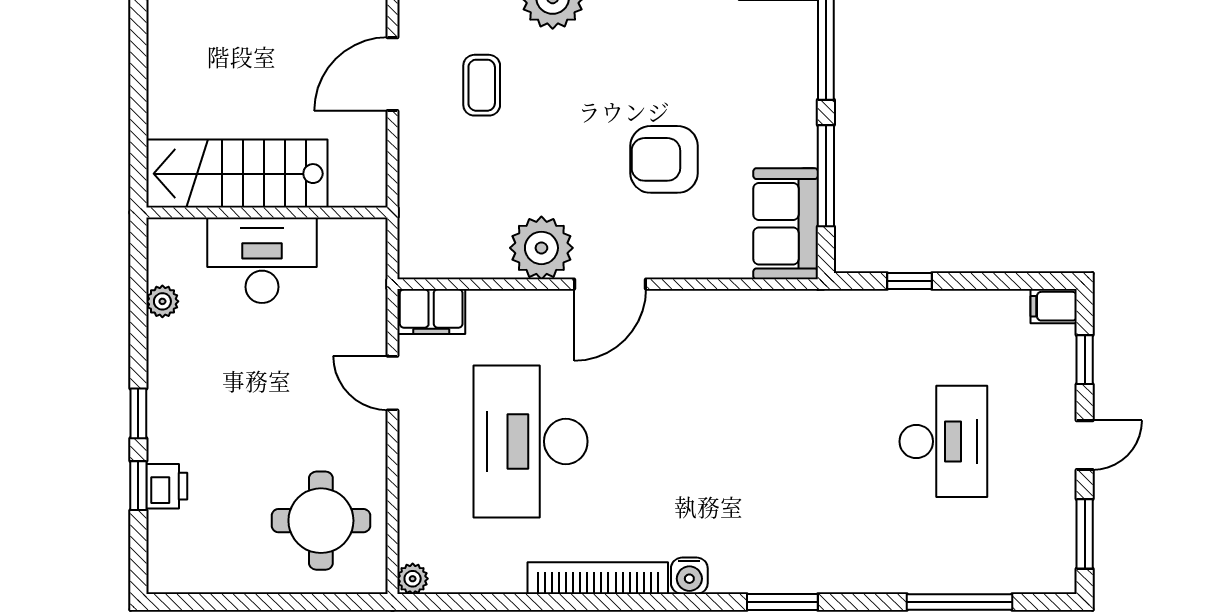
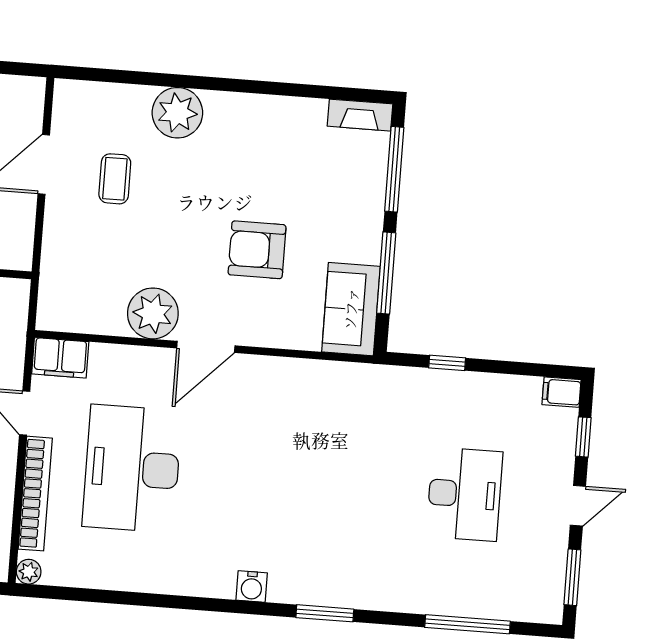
bookcase: (598, 578) -> (35, 494), moved, turned 90

